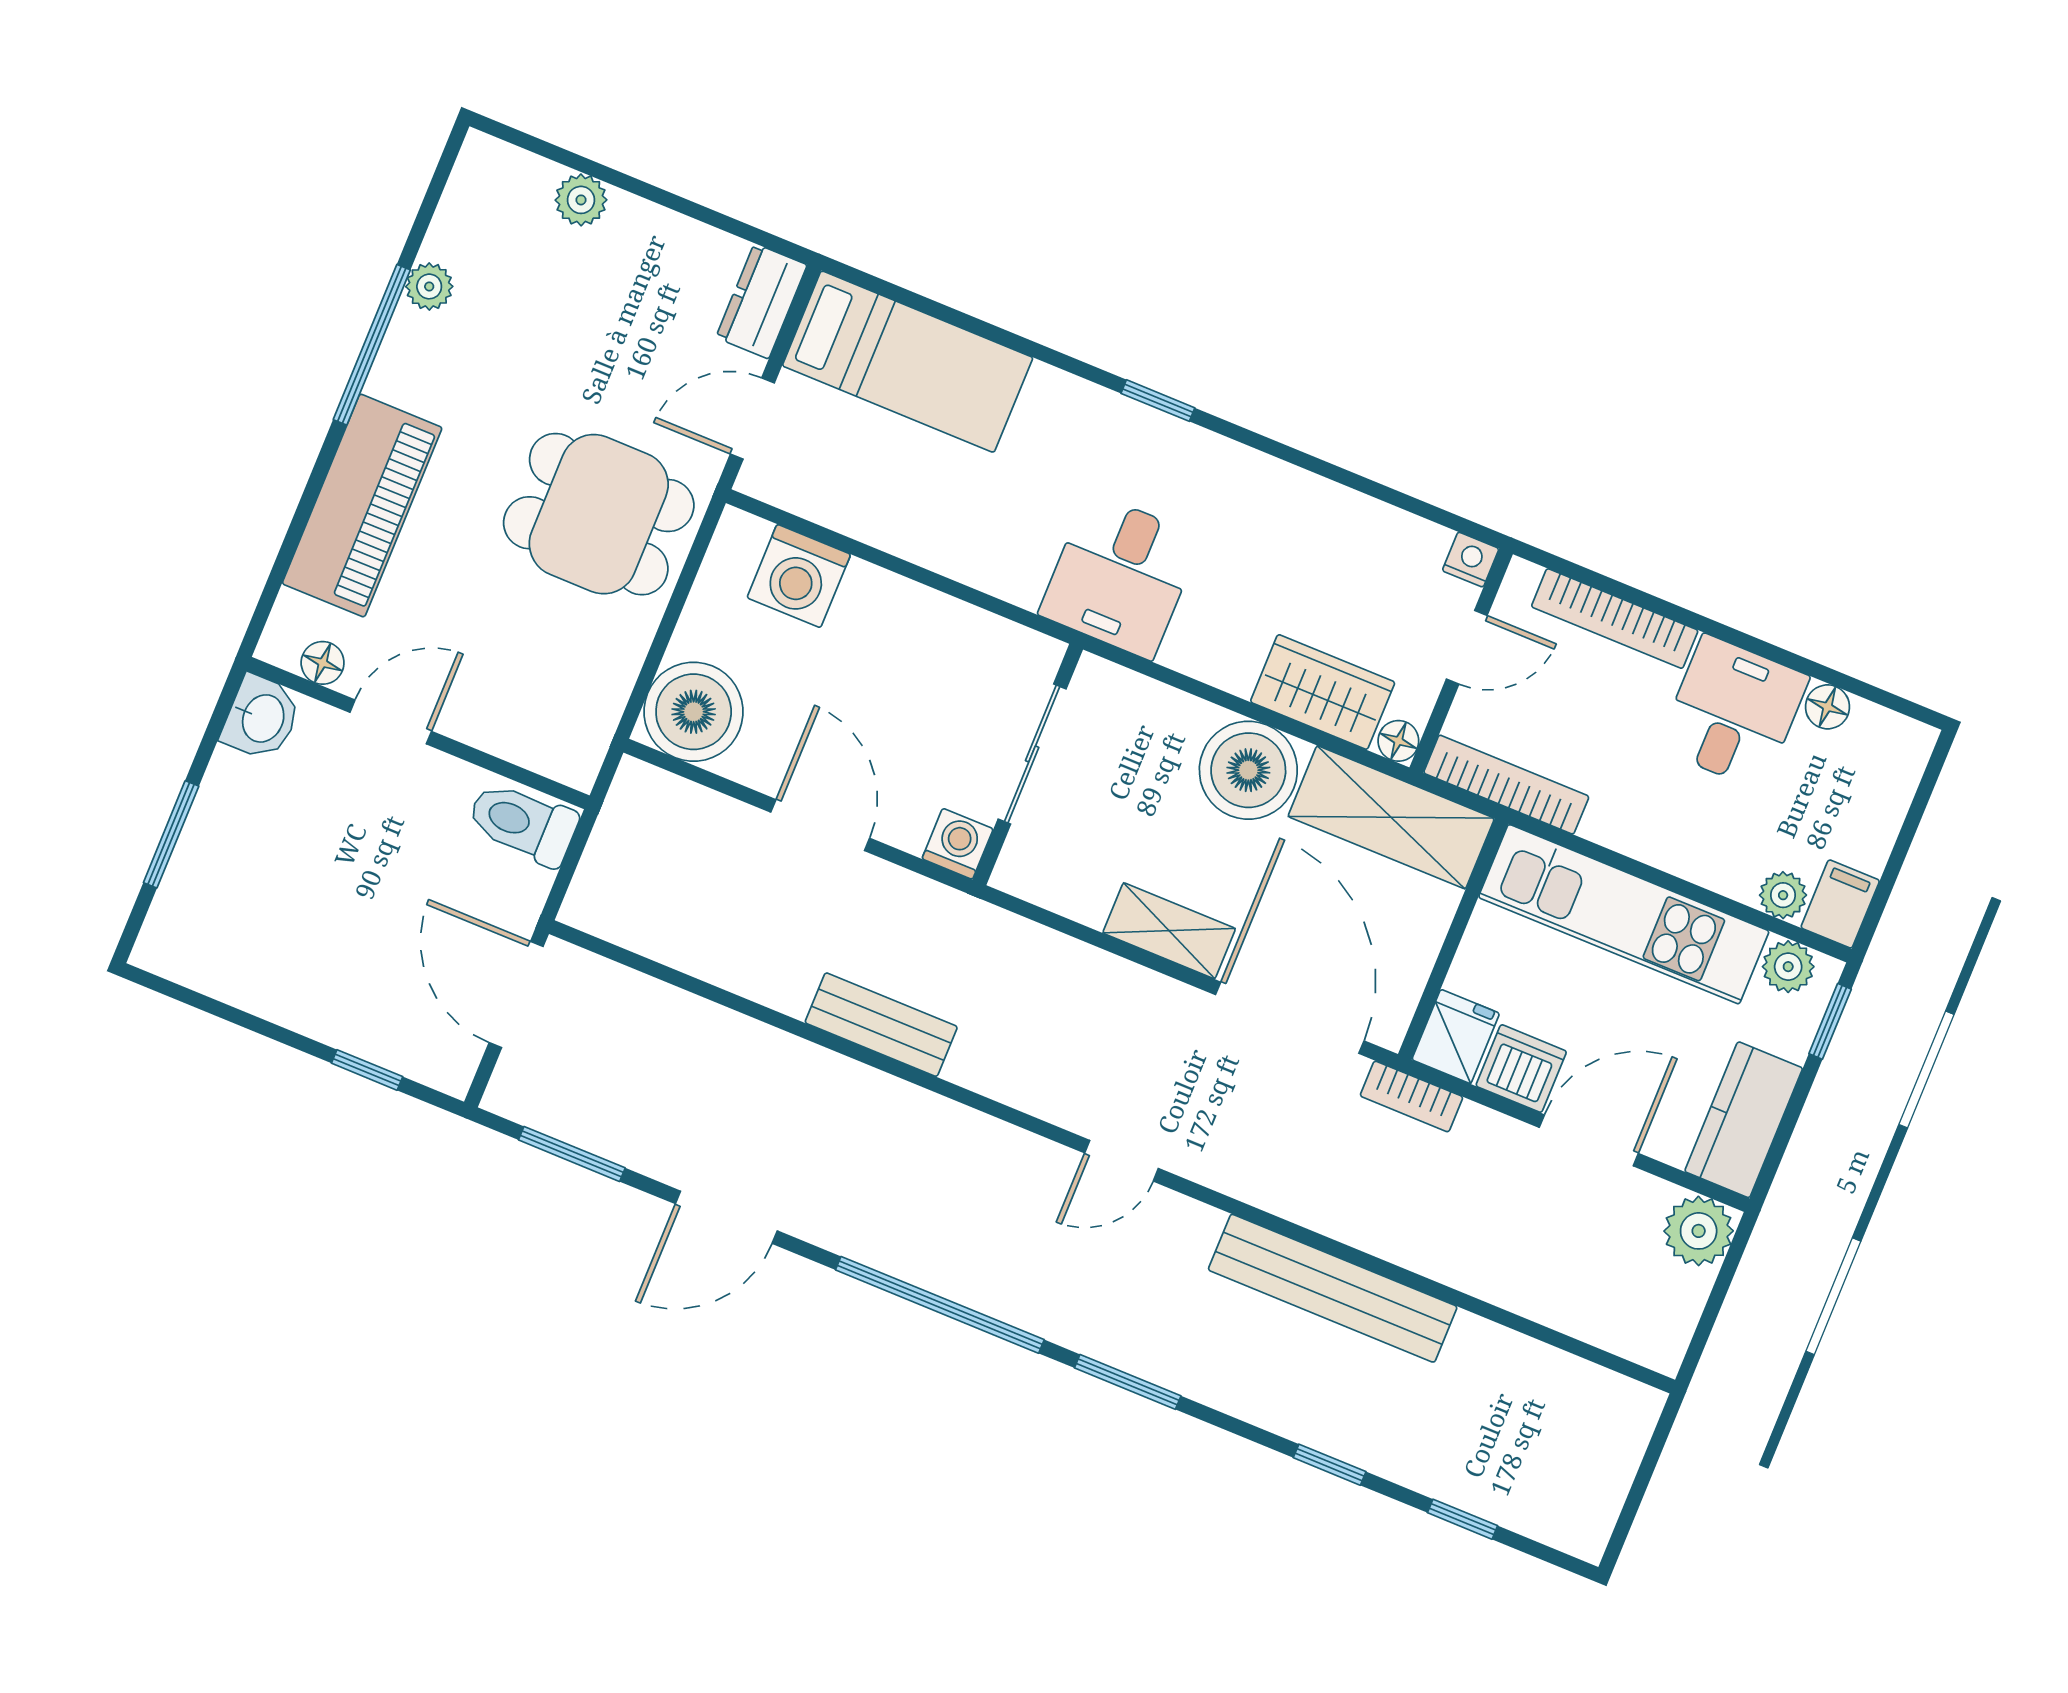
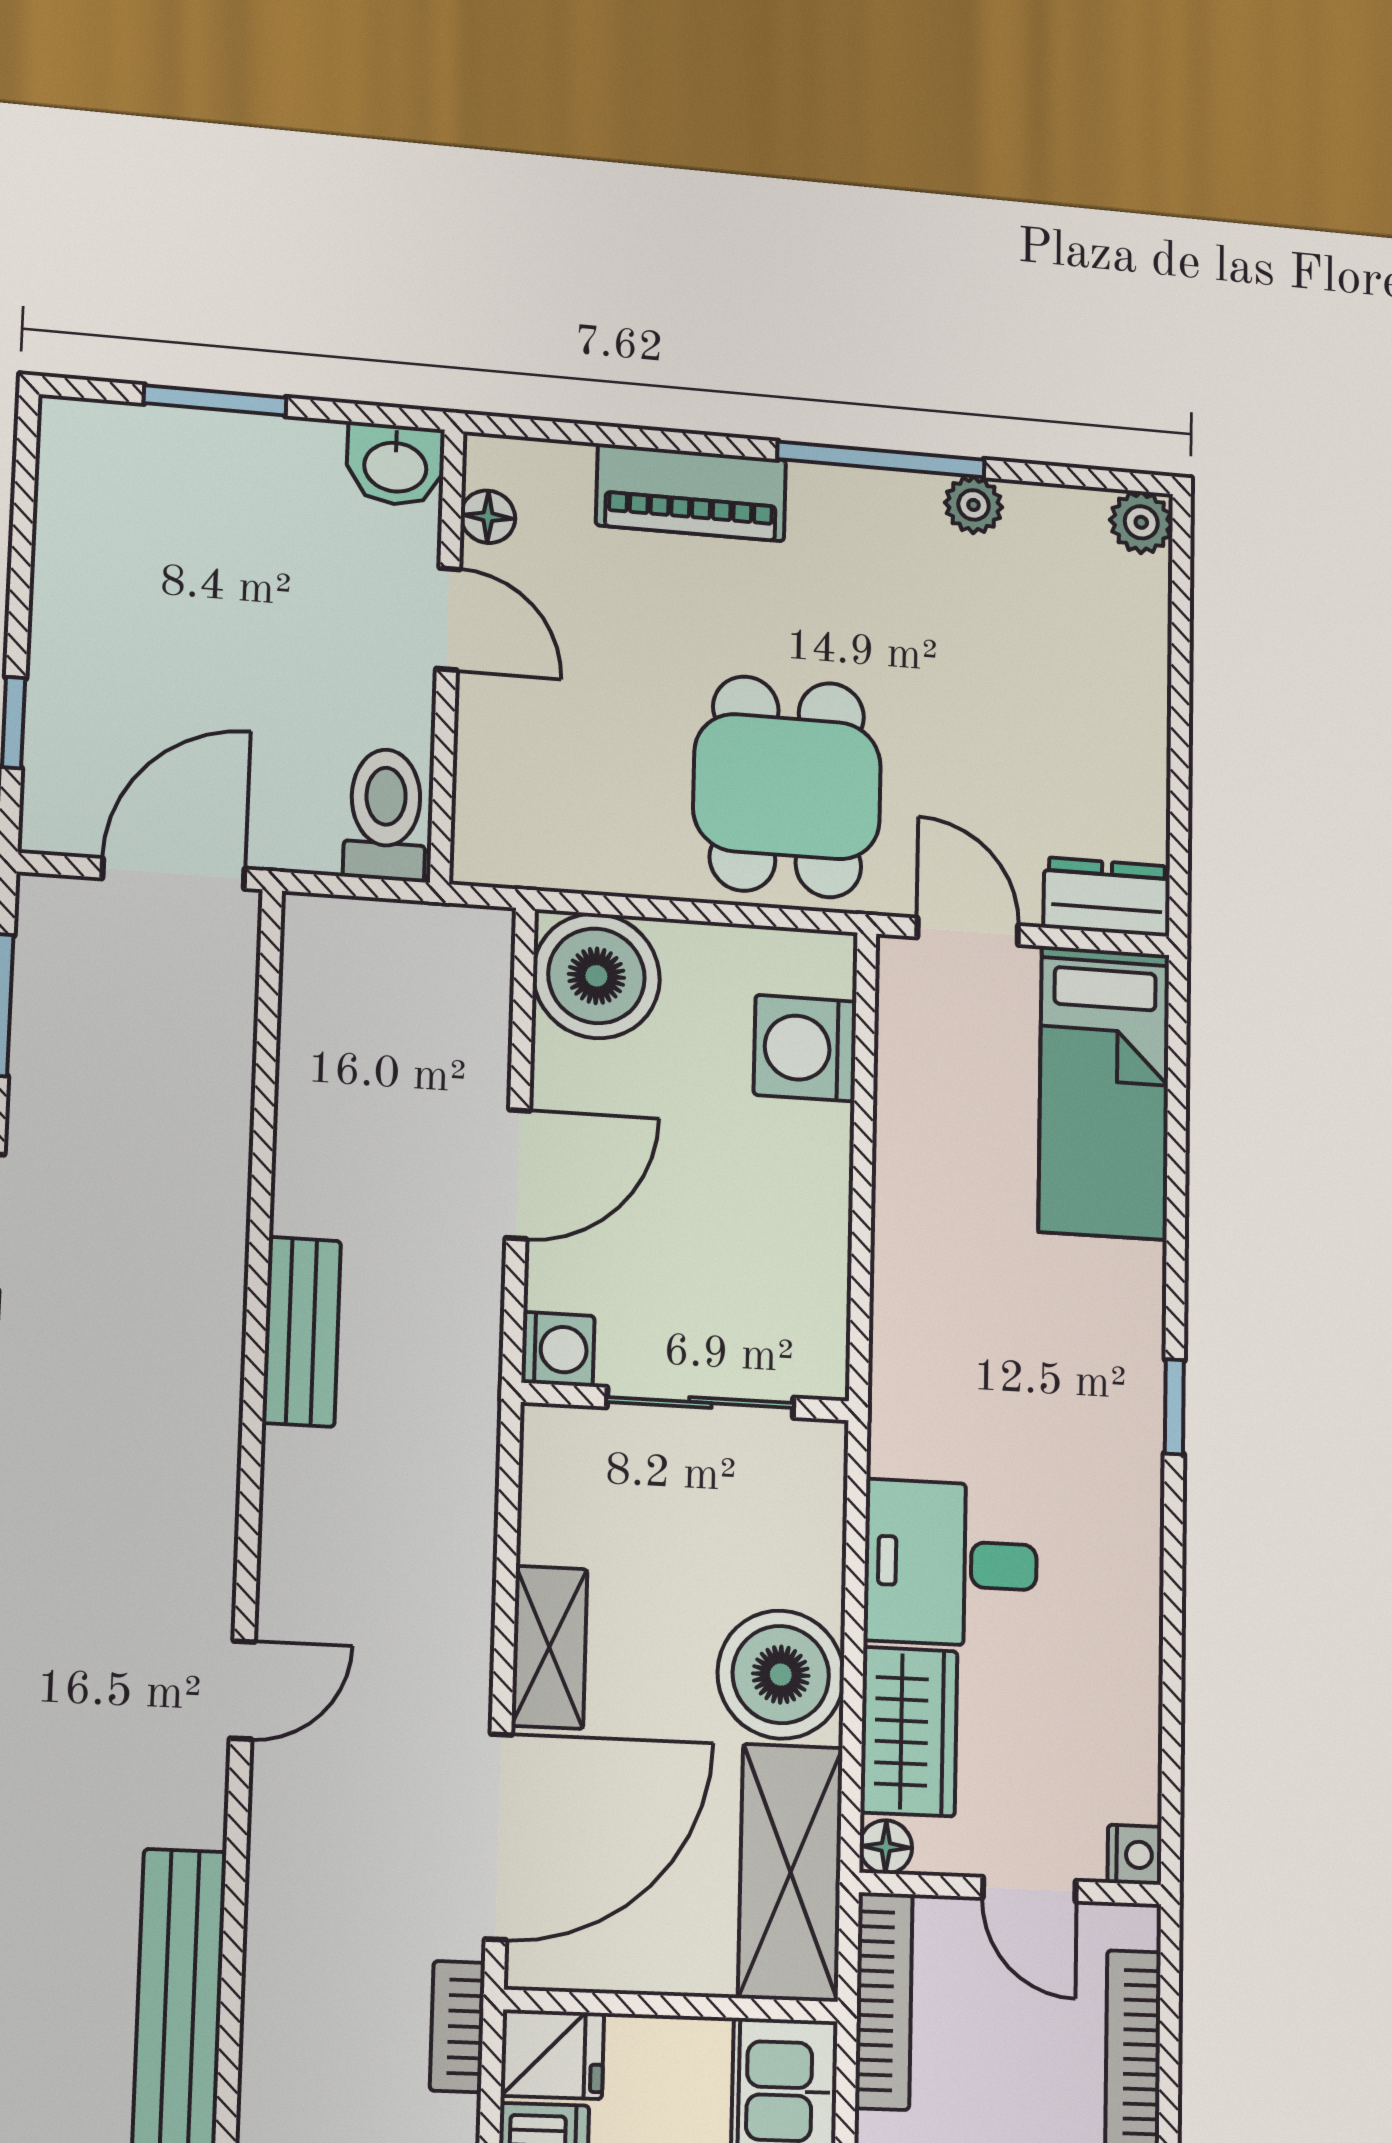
plant: (581, 200) -> (1141, 522), moved
piano: (362, 506) -> (691, 492), width x0.73, depth x0.75
desk: (1120, 576) -> (951, 1564), moved
door: (1121, 1161) -> (242, 1690), swing flipped

